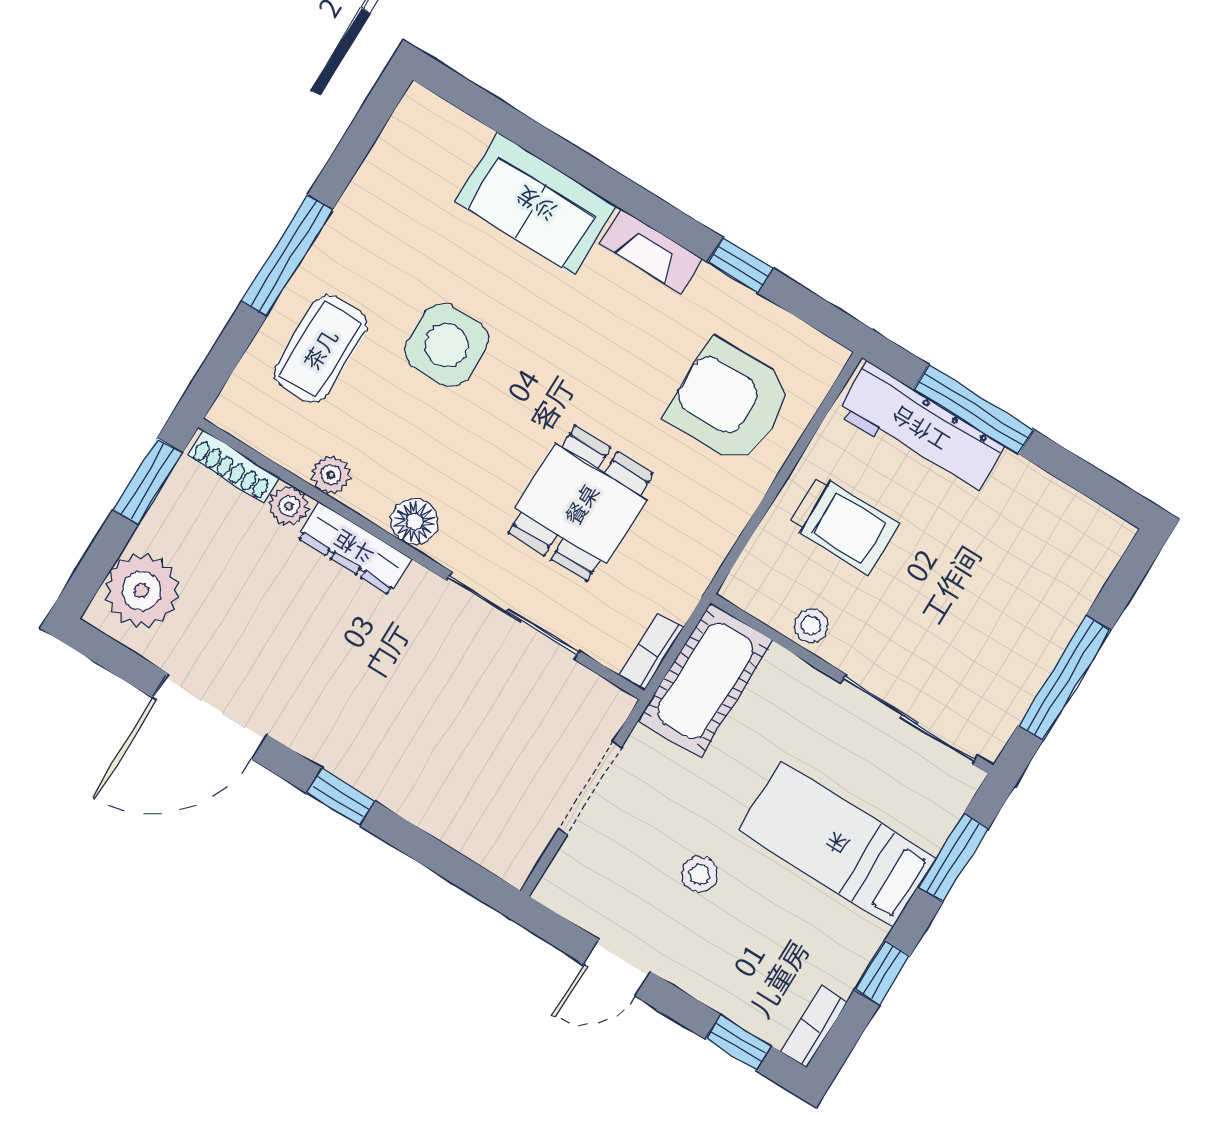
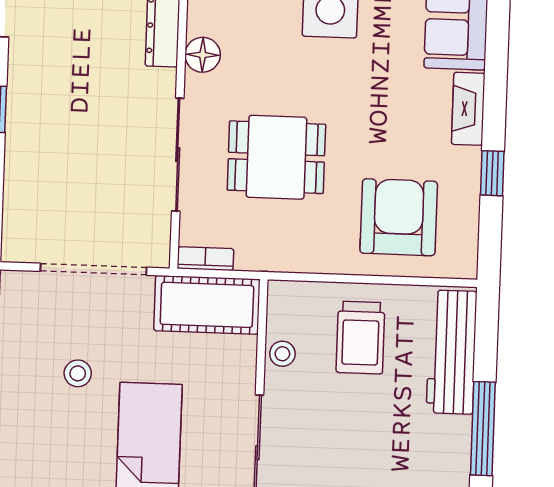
window: (974, 409) -> (483, 429), moved
doorway: (590, 788) -> (93, 269), width x1.36

